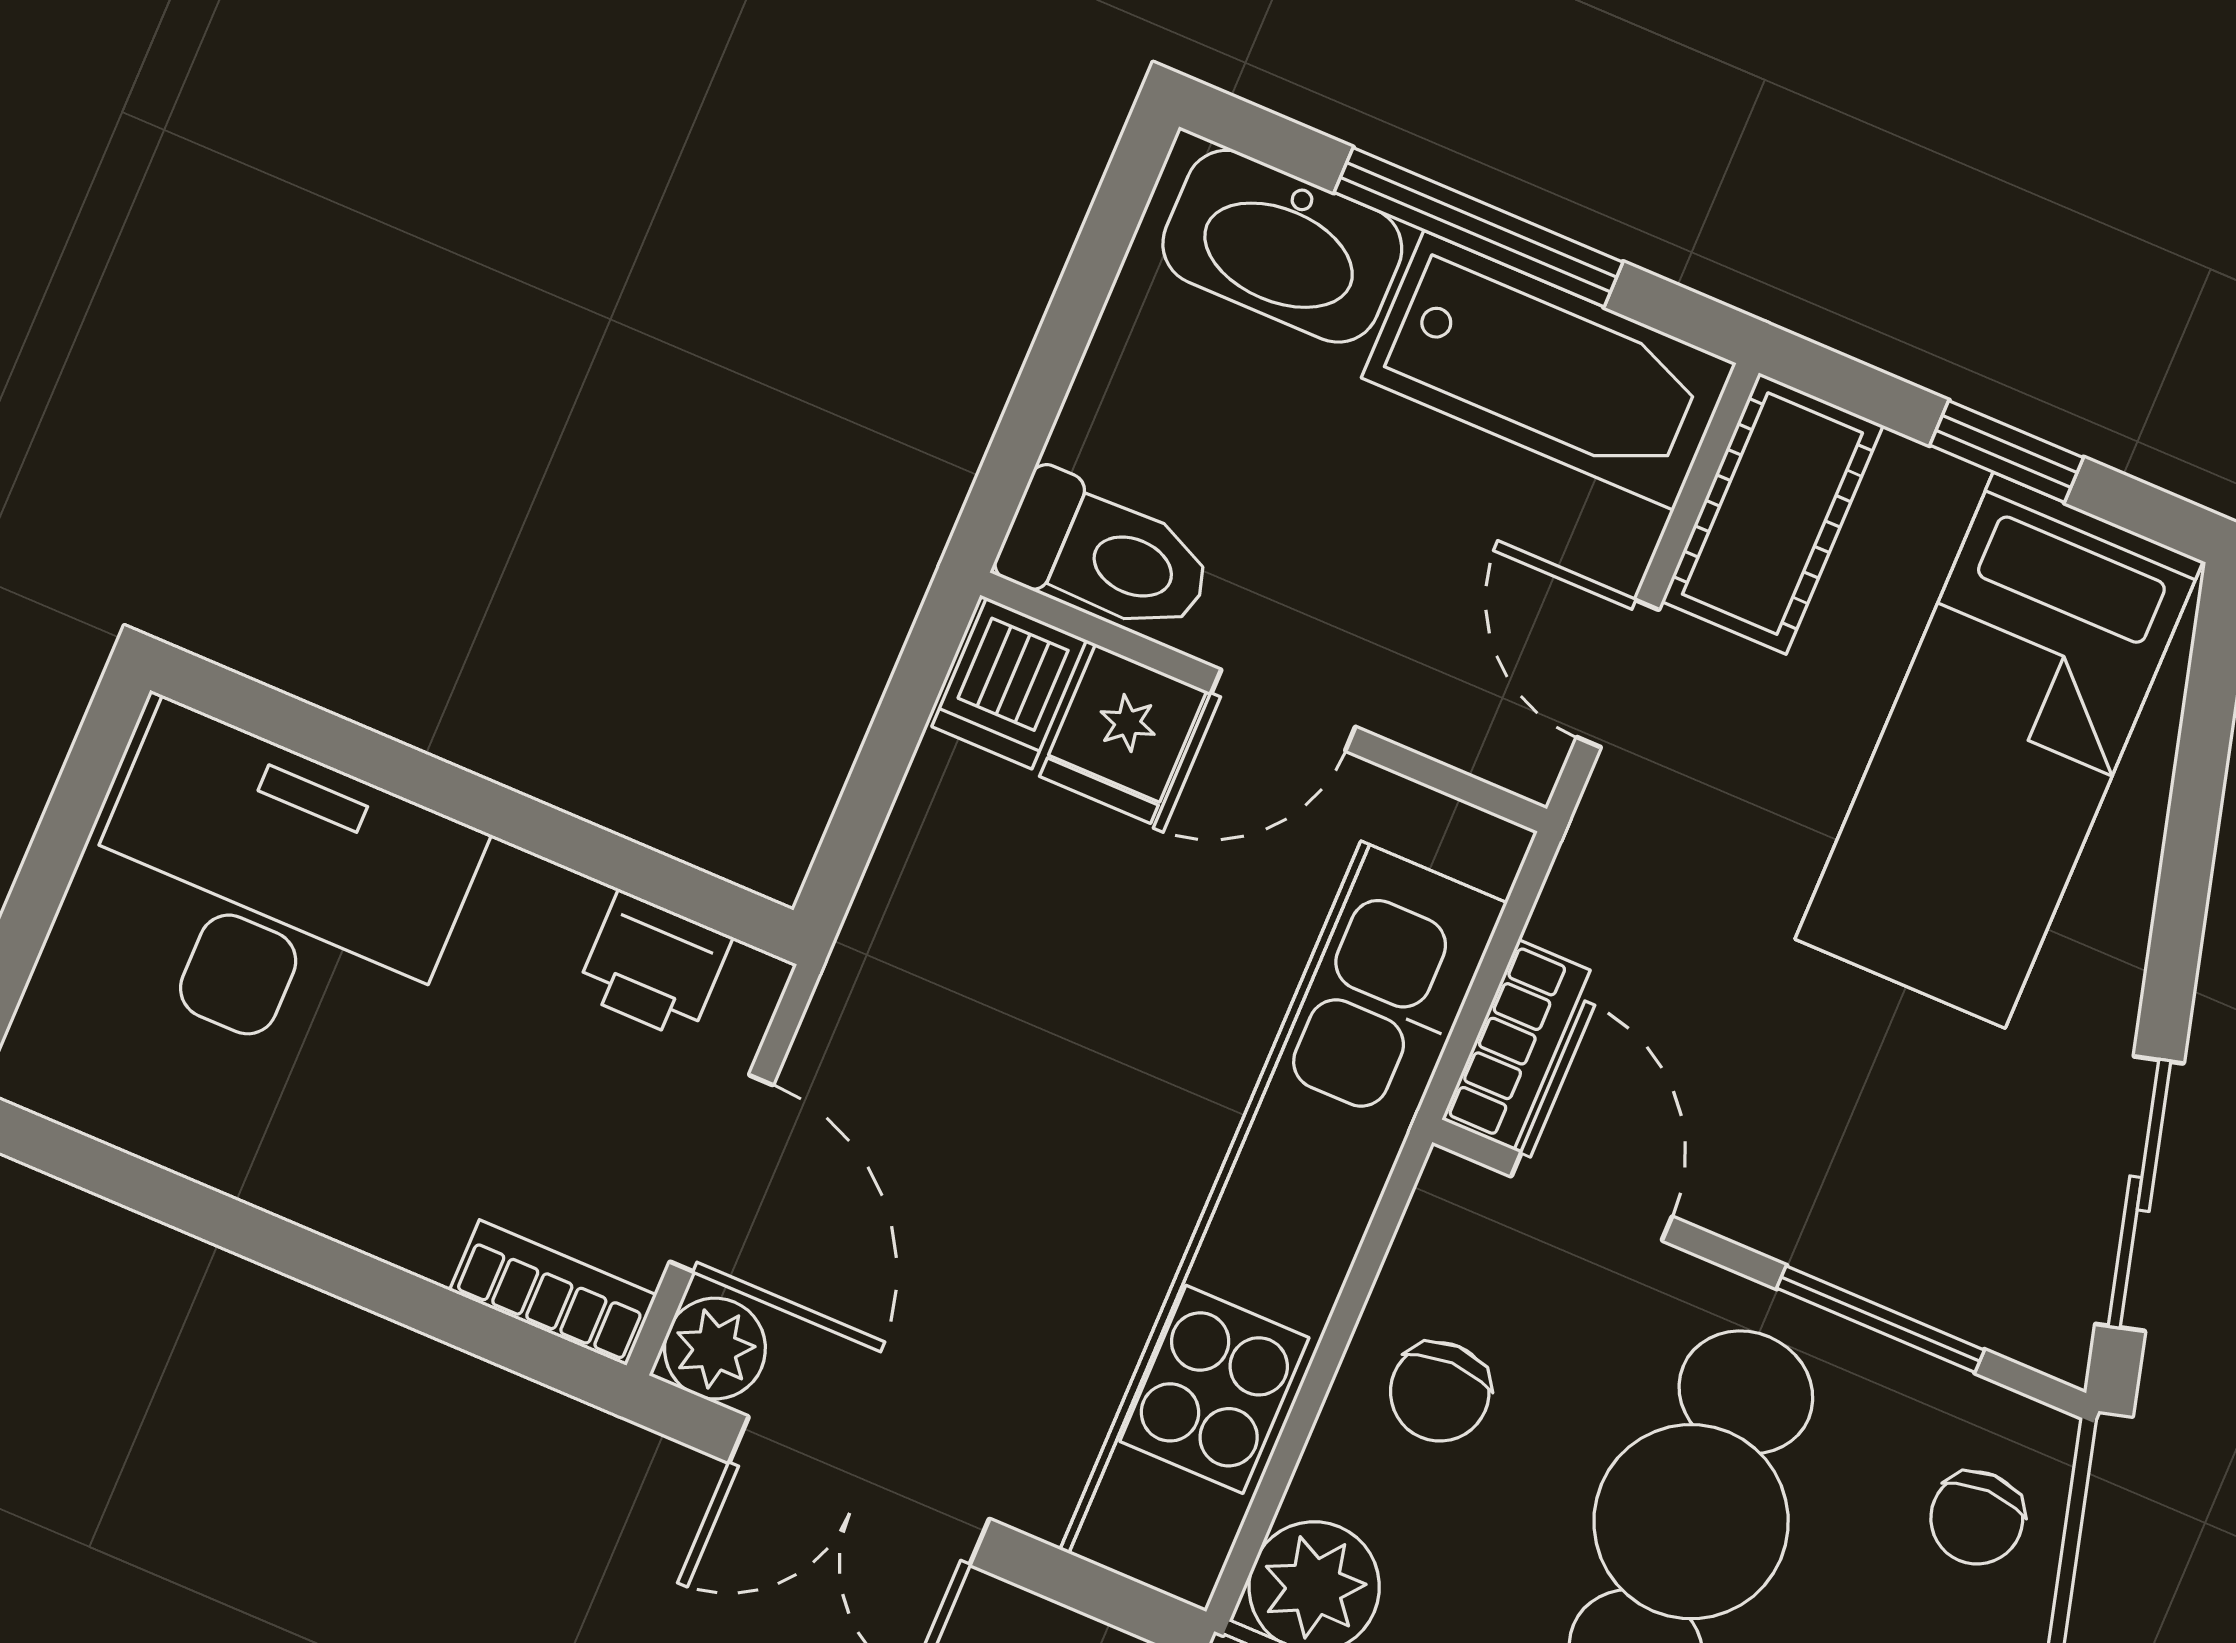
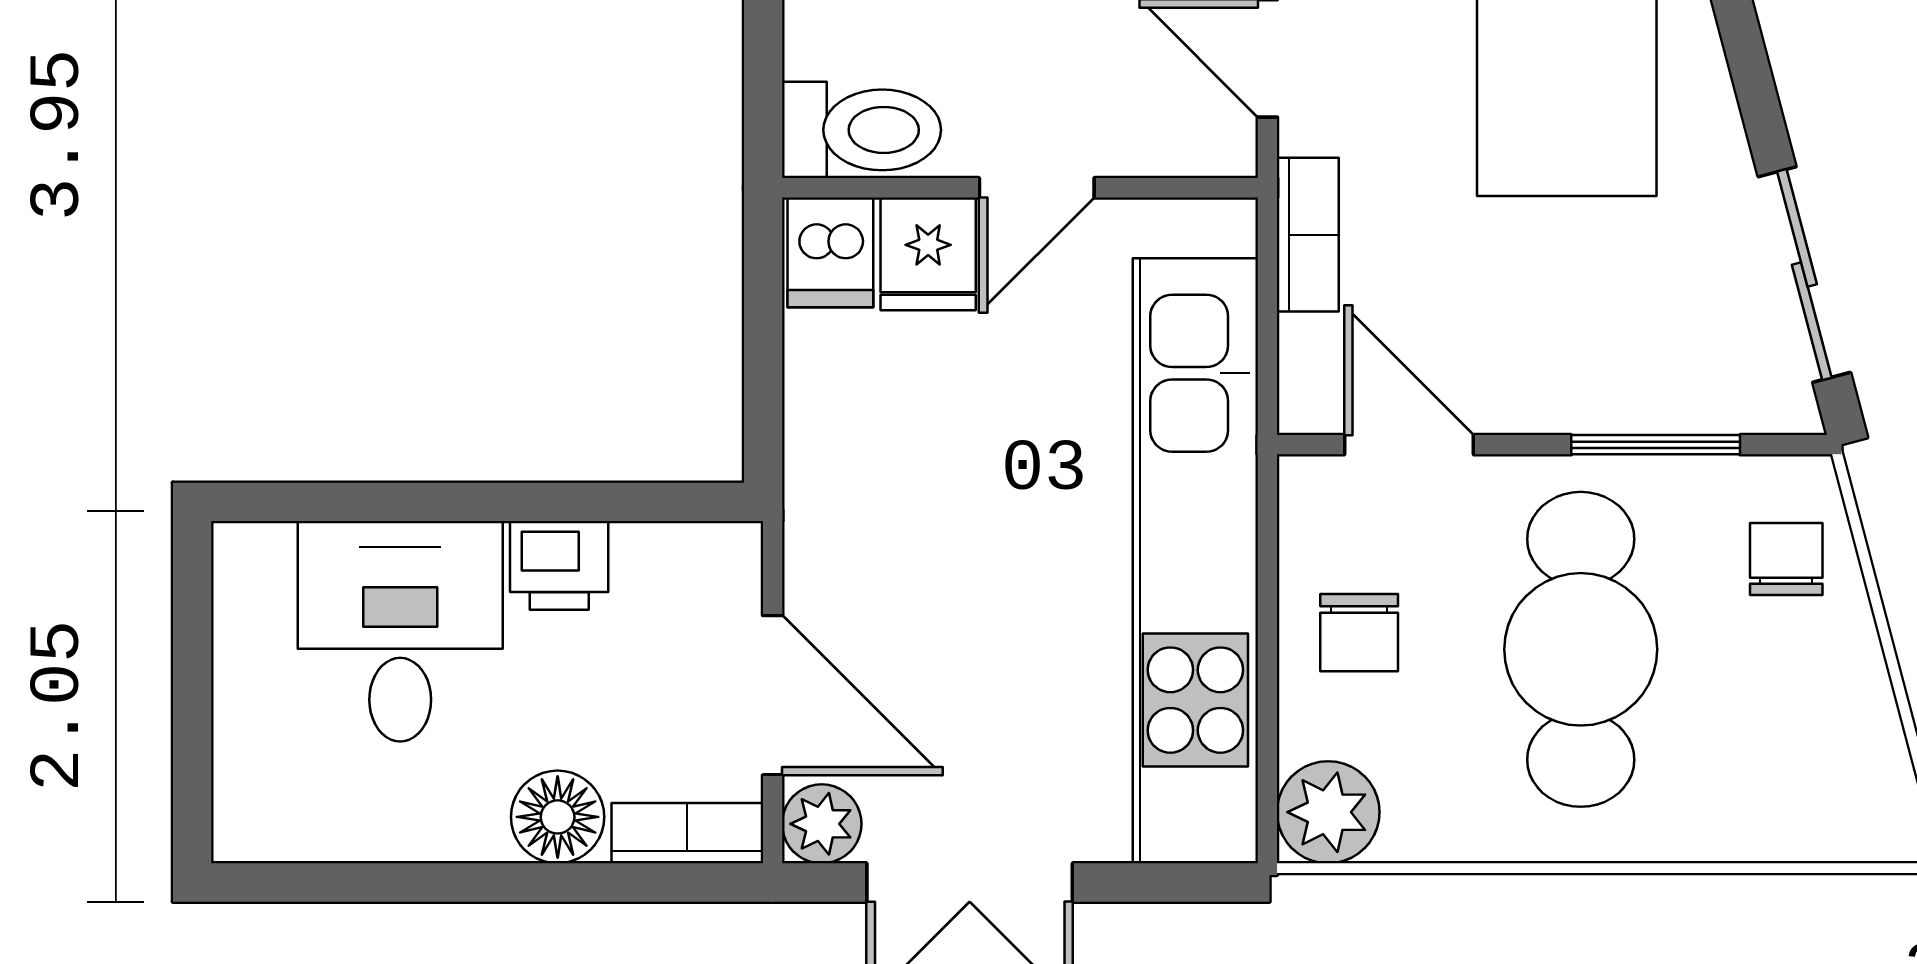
desk: (272, 894) -> (400, 631), width x0.73
printer: (654, 965) -> (559, 565), moved
bookcase: (1516, 1045) -> (1308, 235), moved
floor lamp: (409, 1209) -> (558, 817), added
chair: (1977, 1518) -> (1786, 559), turned 180

